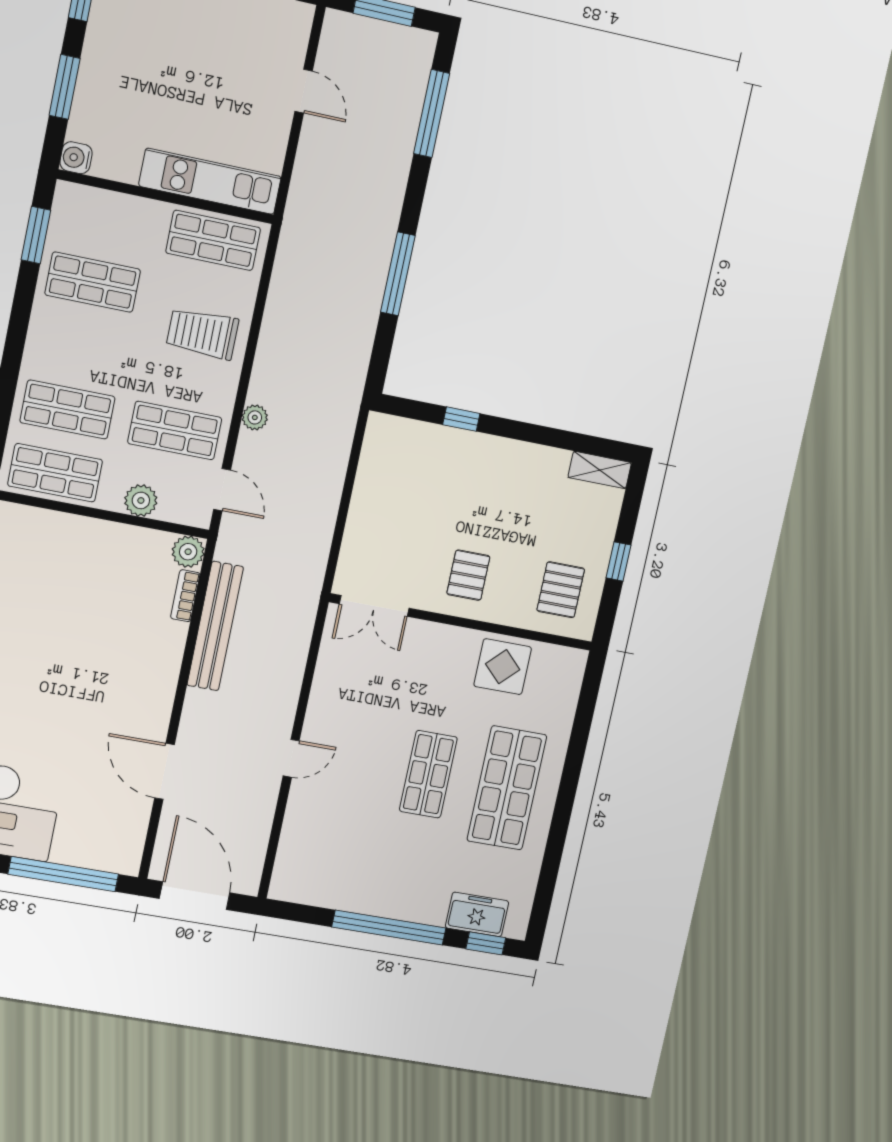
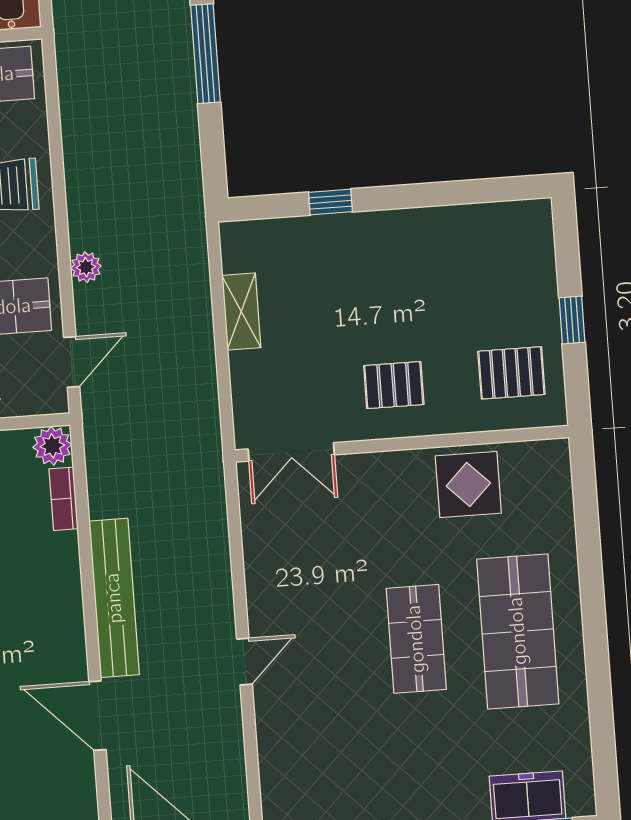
shelving: (600, 470) -> (241, 311), moved, turned 90
door: (222, 490) -> (72, 362), hinge flipped
pallet: (468, 575) -> (394, 385), turned 90
pallet: (561, 590) -> (511, 373), turned 90
bench: (215, 626) -> (114, 598), moved

